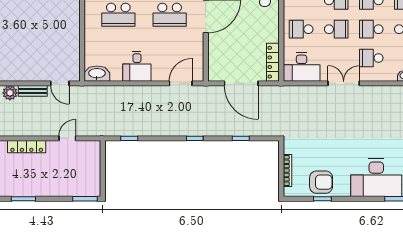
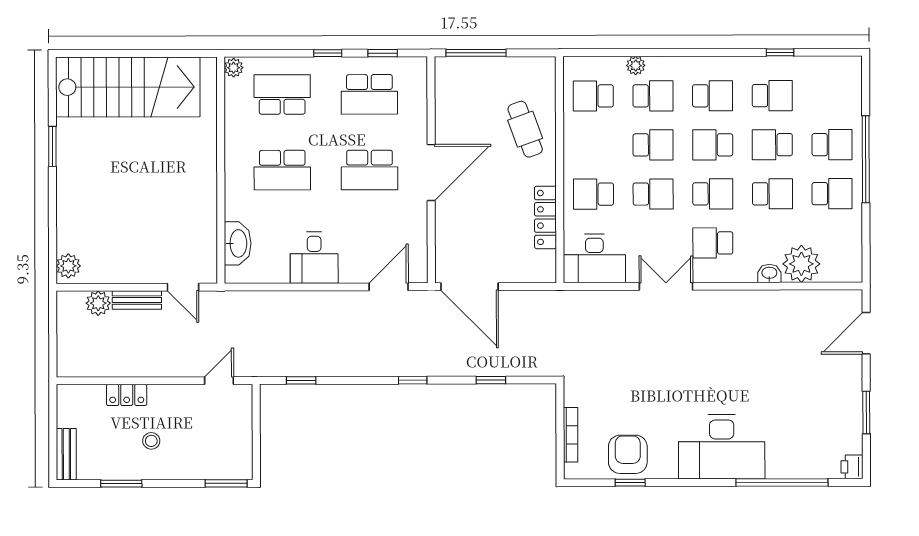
school desk: (371, 29) -> (713, 194), turned 180
locker: (273, 62) -> (545, 217), moved
washbasin: (97, 74) -> (238, 243), moved, turned 90
door: (241, 83) -> (469, 287), moved
door: (67, 138) -> (219, 381), moved
locker: (27, 147) -> (127, 395), width x0.66
stool: (41, 174) -> (151, 441), added
armchair: (321, 182) -> (628, 454), turned -90

